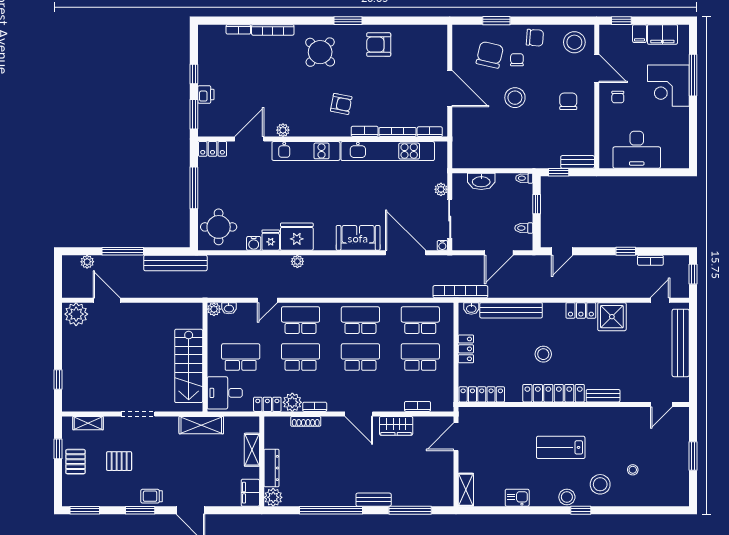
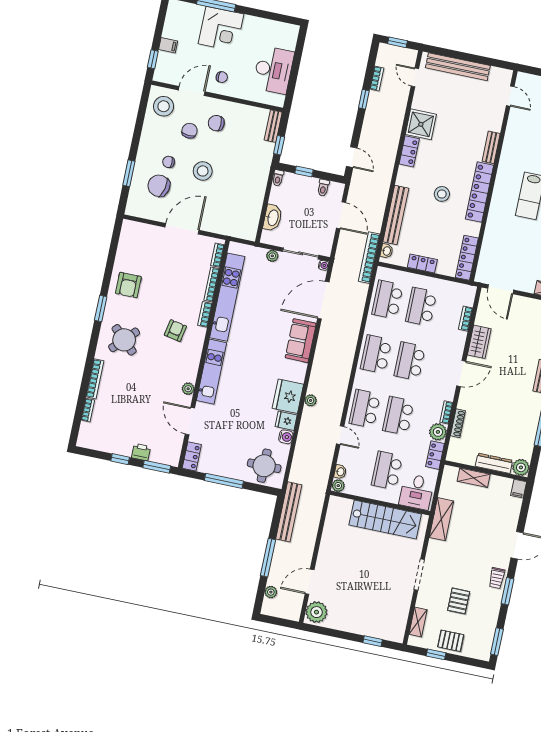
filing cabinet: (662, 34) -> (173, 25), removed
chair: (535, 38) -> (189, 131), moved
filing cabinet: (250, 493) -> (519, 489), width x0.50

